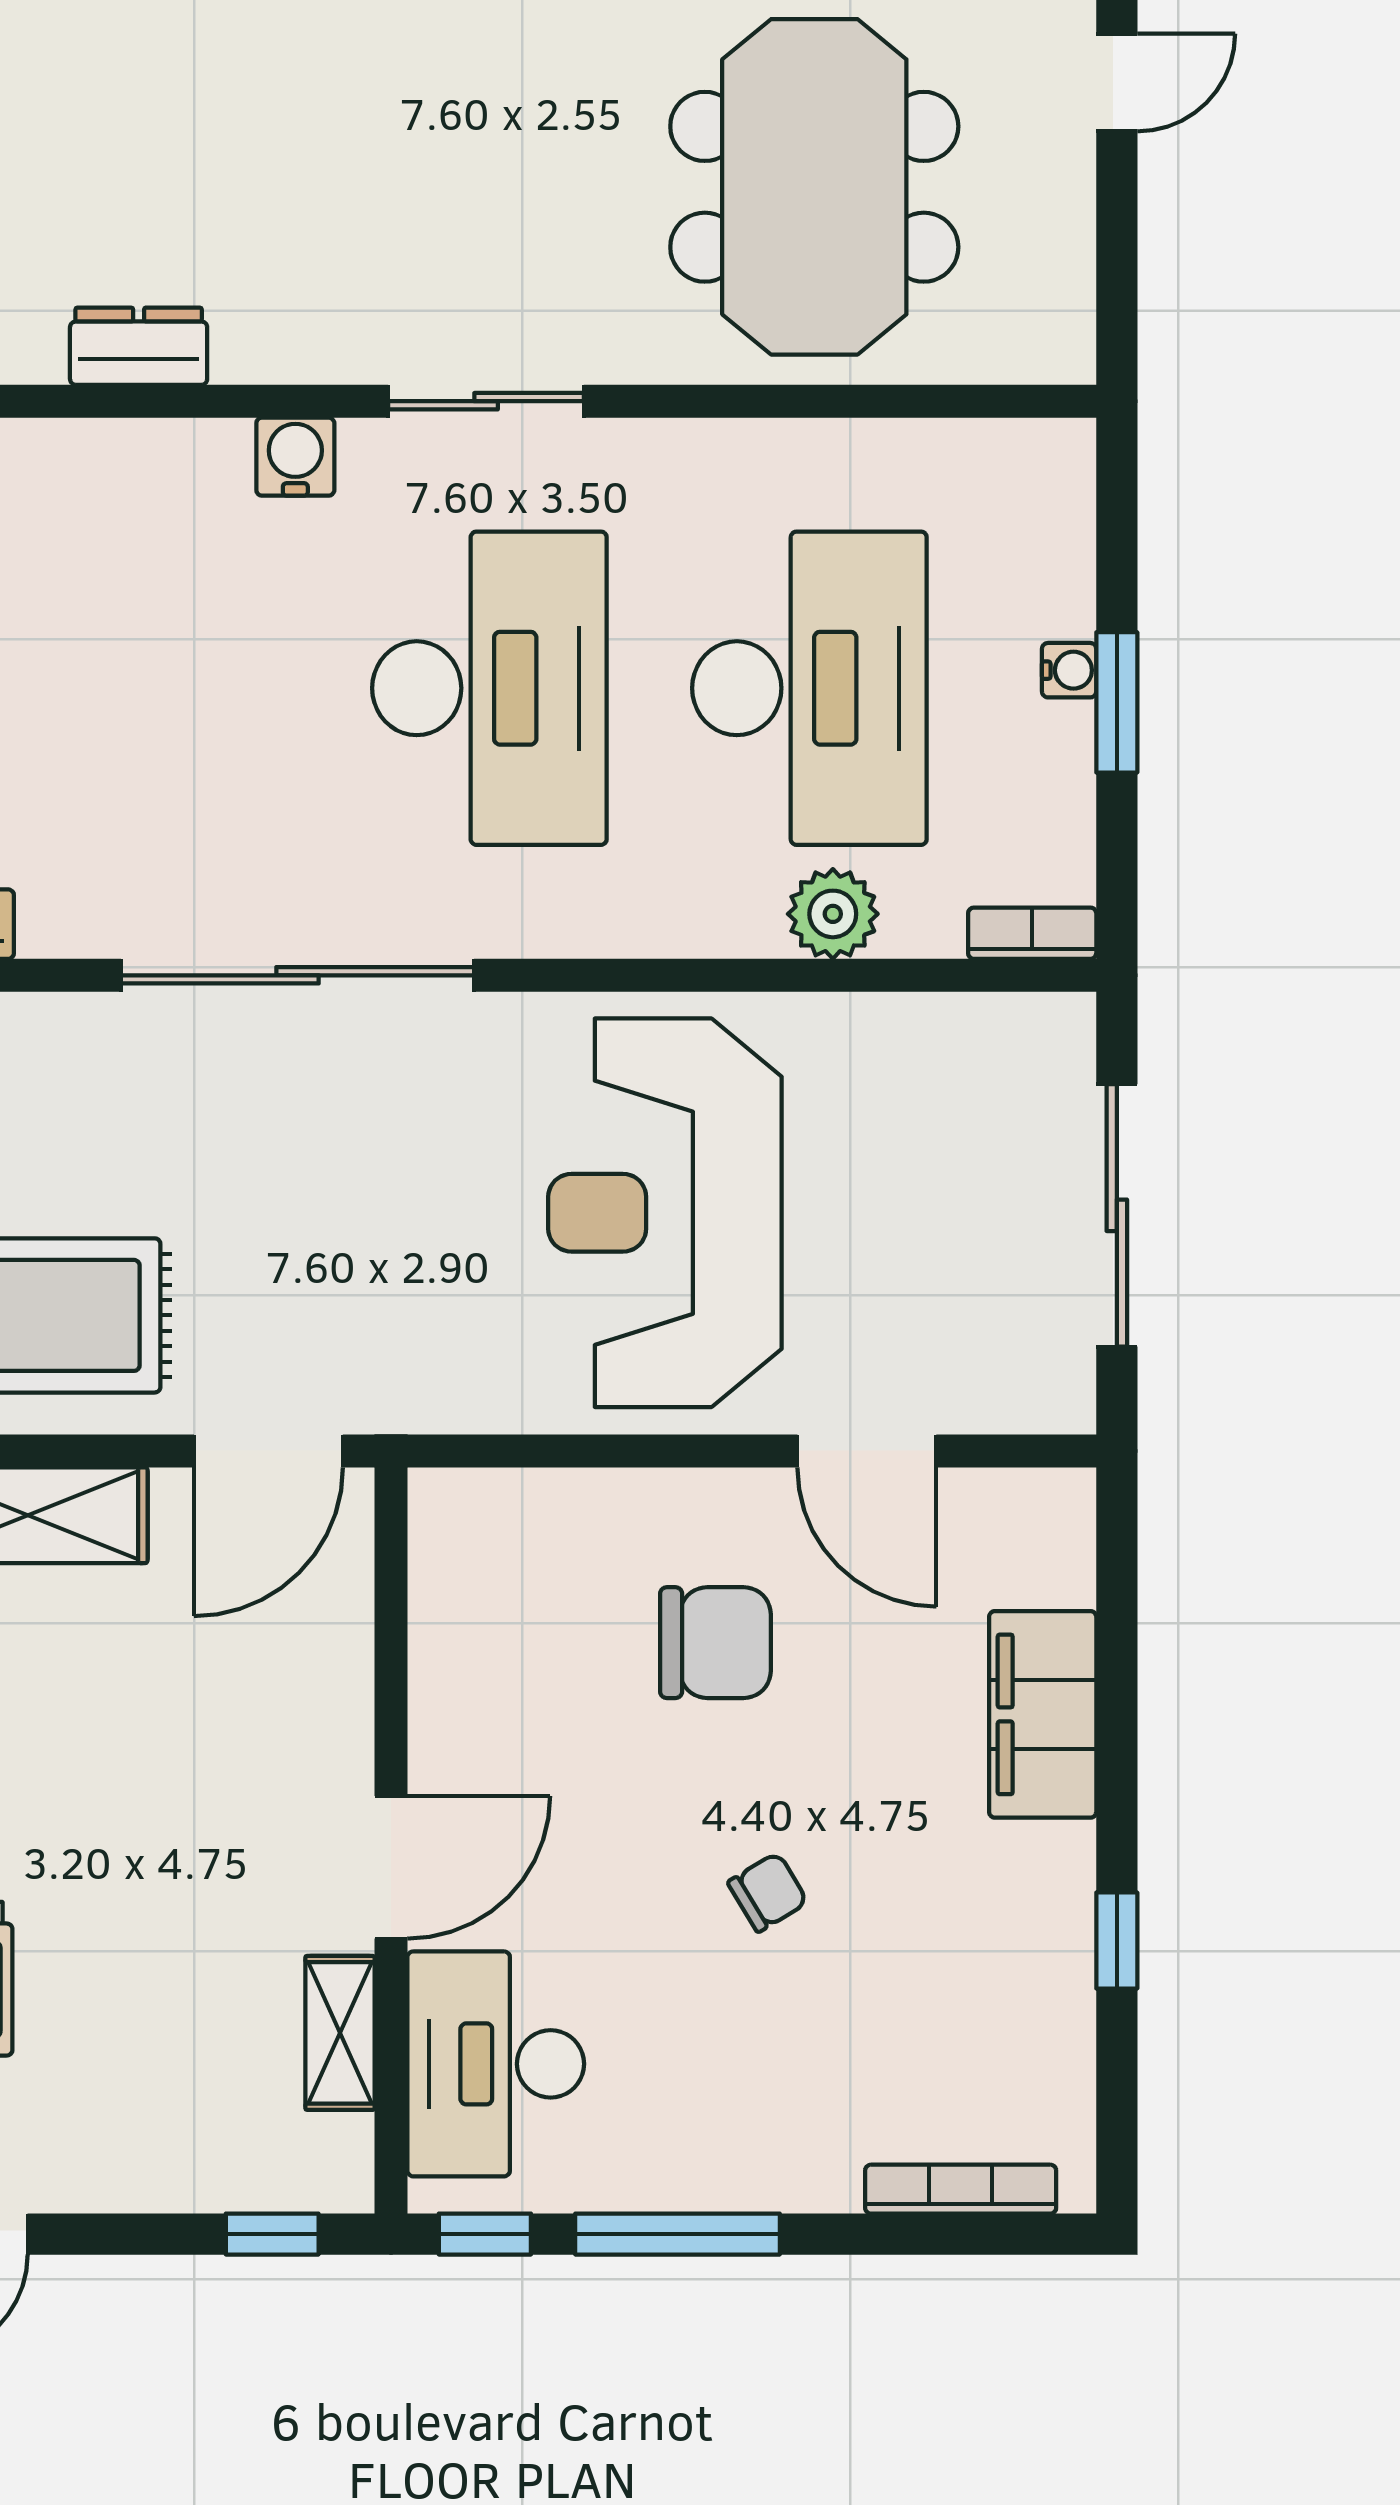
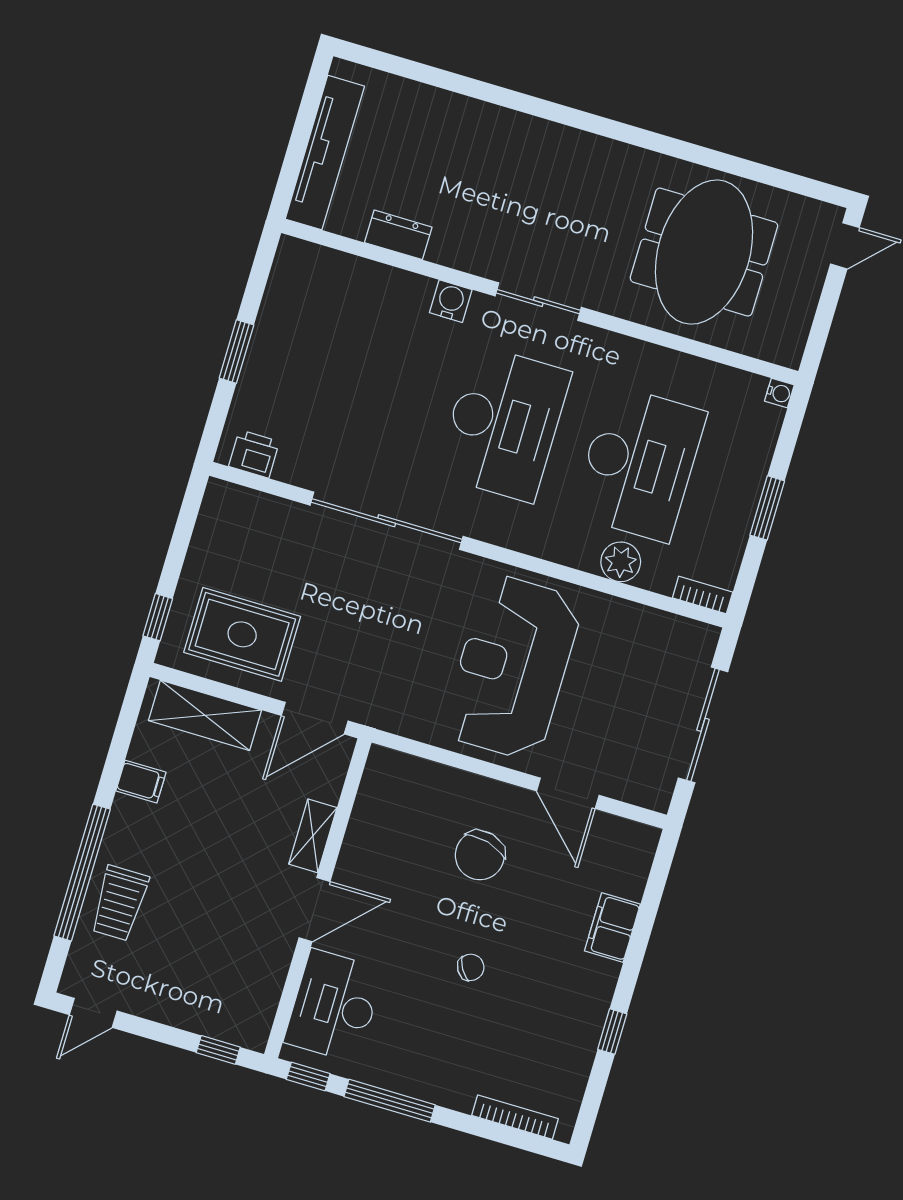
water cooler: (1069, 670) -> (779, 393), moved
chair: (715, 1643) -> (480, 855), turned 105
filing cabinet: (1043, 1714) -> (612, 928), width x0.67, depth x0.86
shelving: (340, 2033) -> (313, 836), moved

